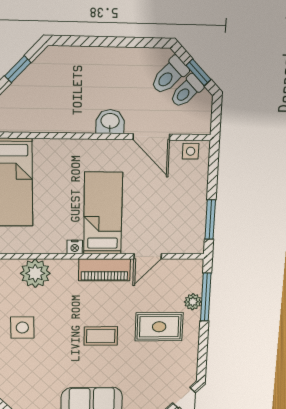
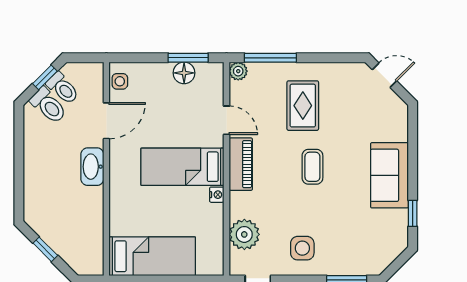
washbasin: (110, 122) -> (92, 167), width x1.38
floor lamp: (196, 215) -> (184, 73), added
plant: (193, 302) -> (238, 71), moved

